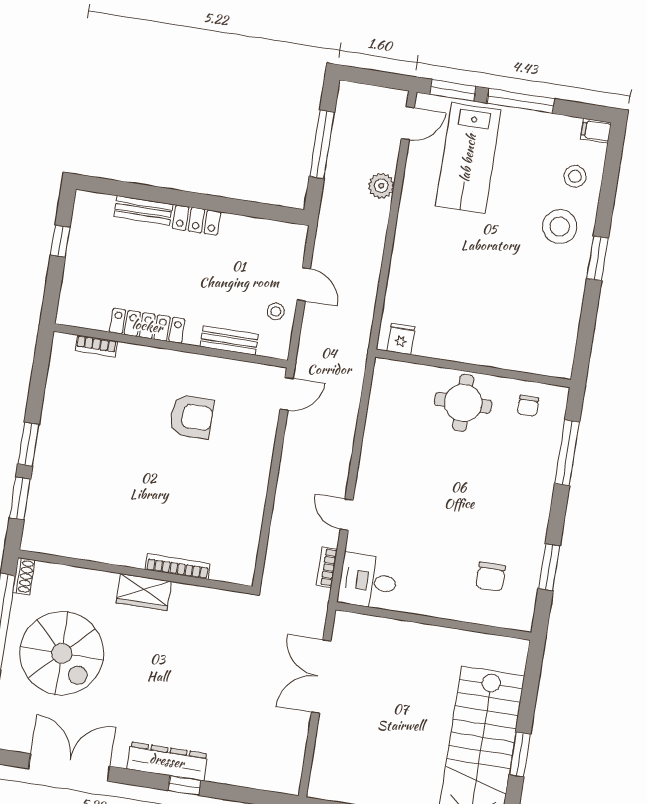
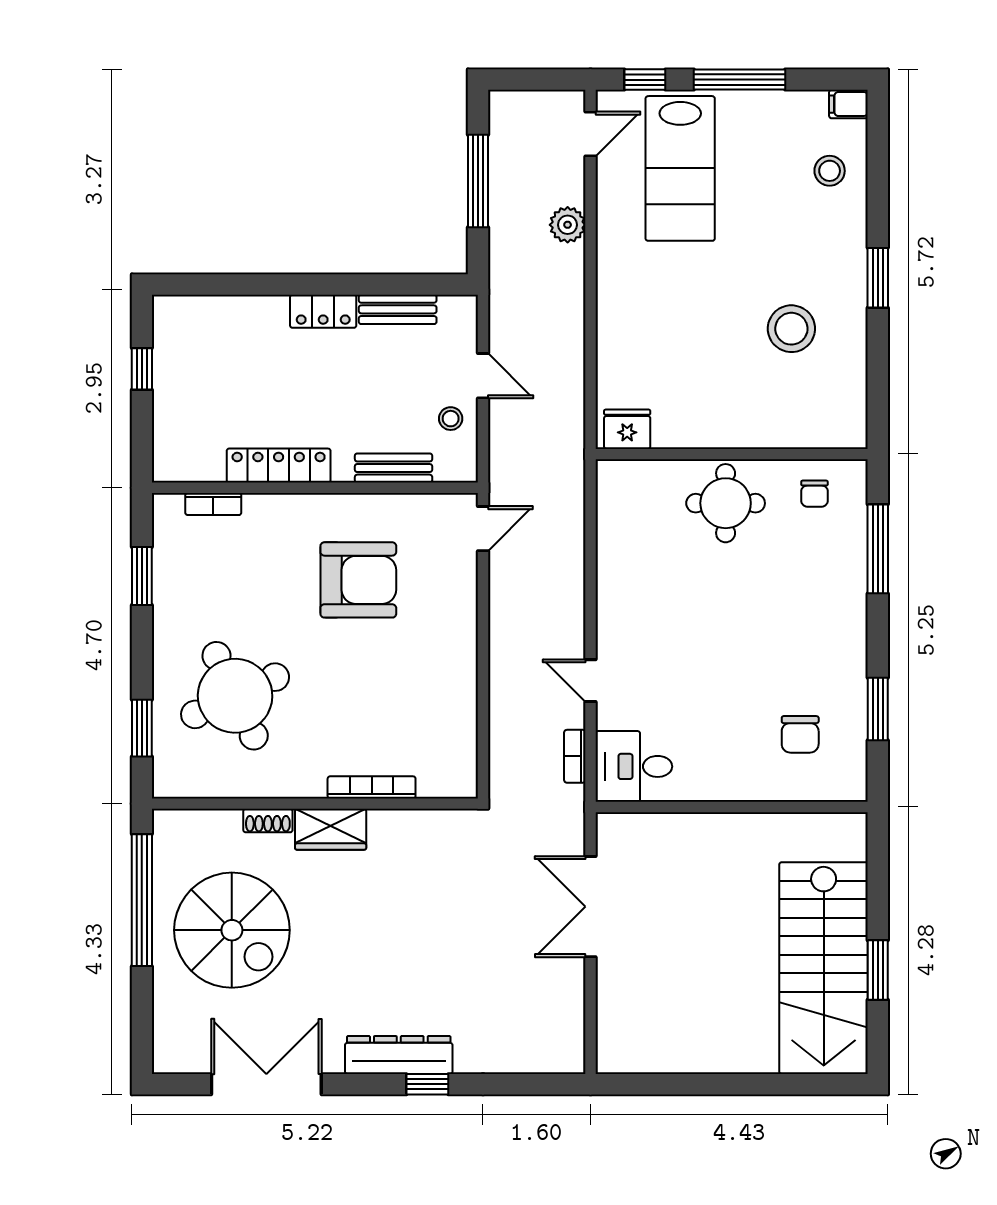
window: (453, 90) -> (645, 80), width x0.67
bench: (143, 210) -> (398, 309), moved
stool: (560, 227) -> (791, 329), moved
fridge: (401, 339) -> (627, 429), width x1.38
armchair: (191, 417) -> (358, 580), width x1.36, depth x1.36
window: (28, 444) -> (142, 576), moved
round table: (90, 486) -> (235, 696), added
shoe rack: (24, 576) -> (268, 821), moved, turned 90

